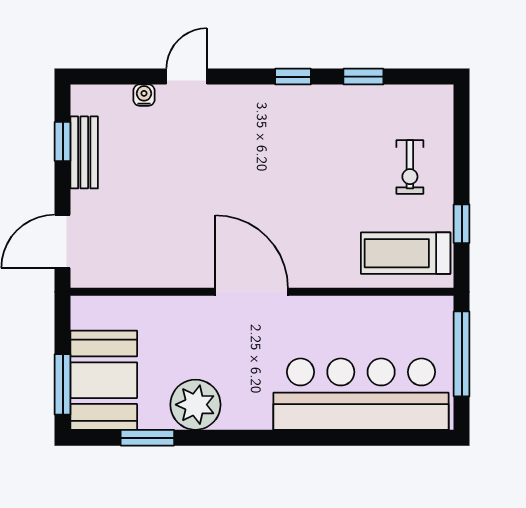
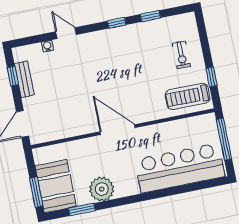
door: (187, 77) -> (66, 33), hinge flipped

